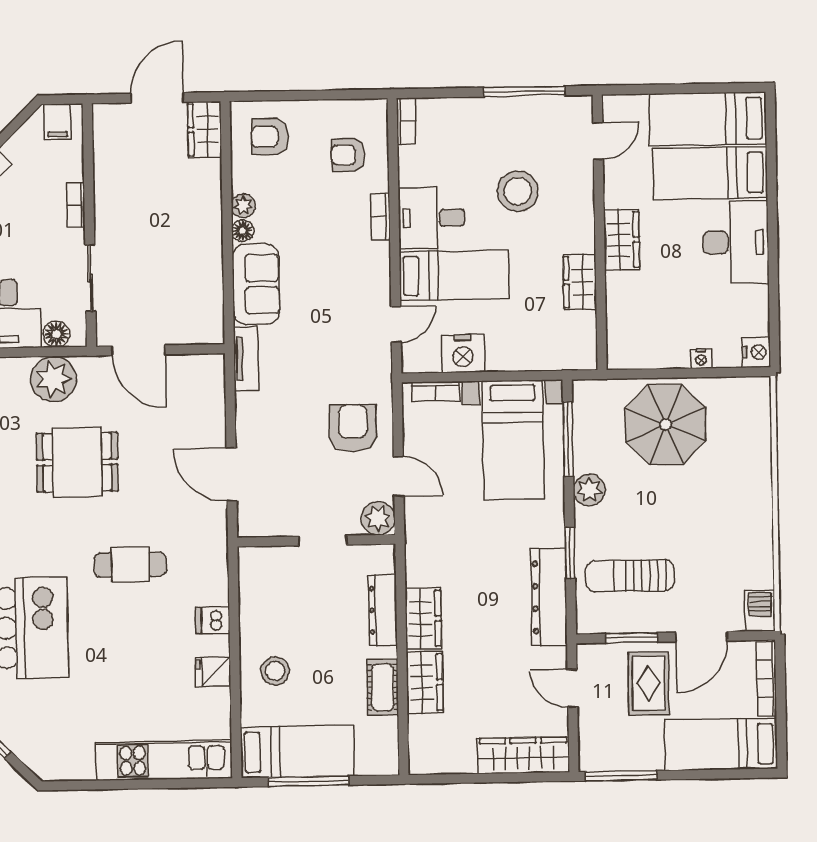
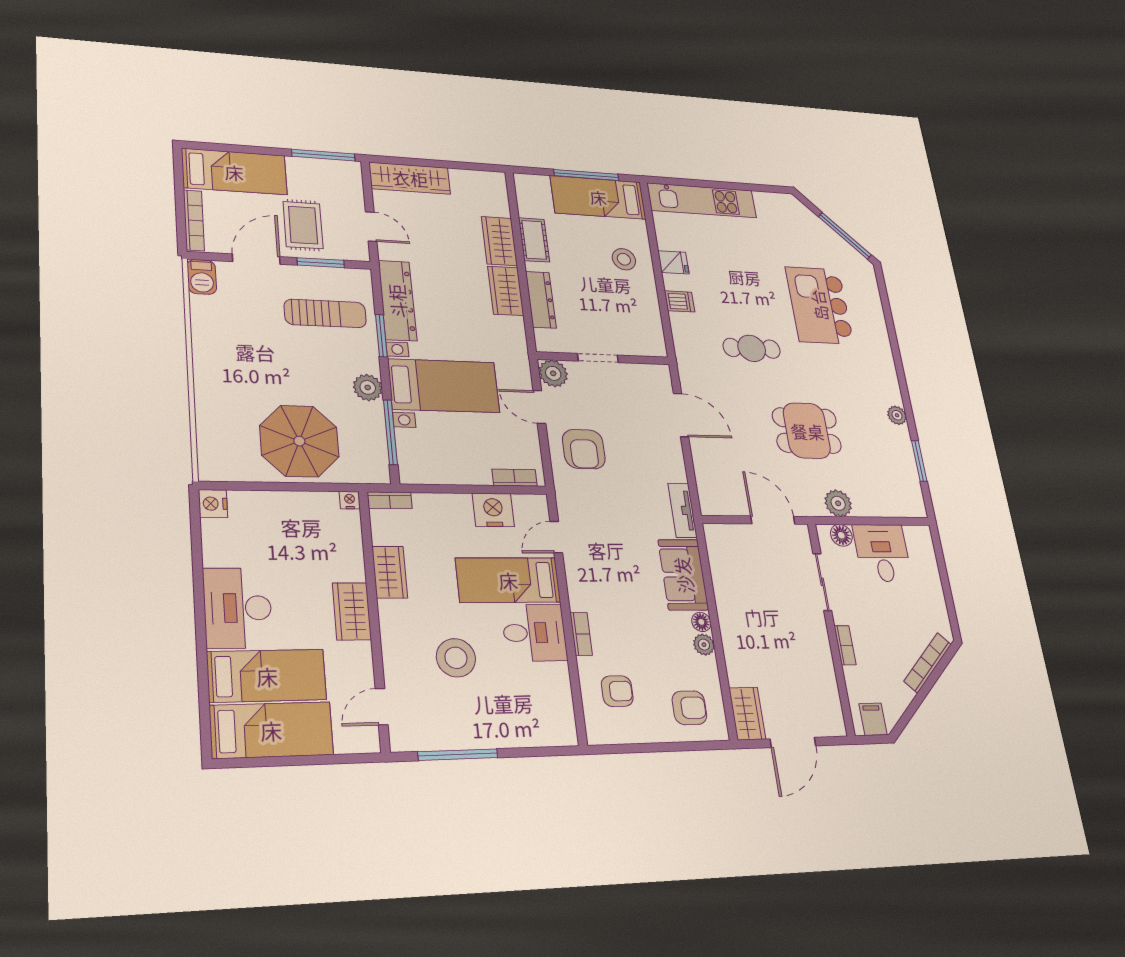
bookcase: (406, 121) -> (390, 500), moved, turned -90
nightstand: (701, 359) -> (350, 500), moved
plant: (53, 379) -> (838, 503), width x0.73, depth x0.73
bed with nightstands: (513, 440) -> (444, 386), moved, turned 90

